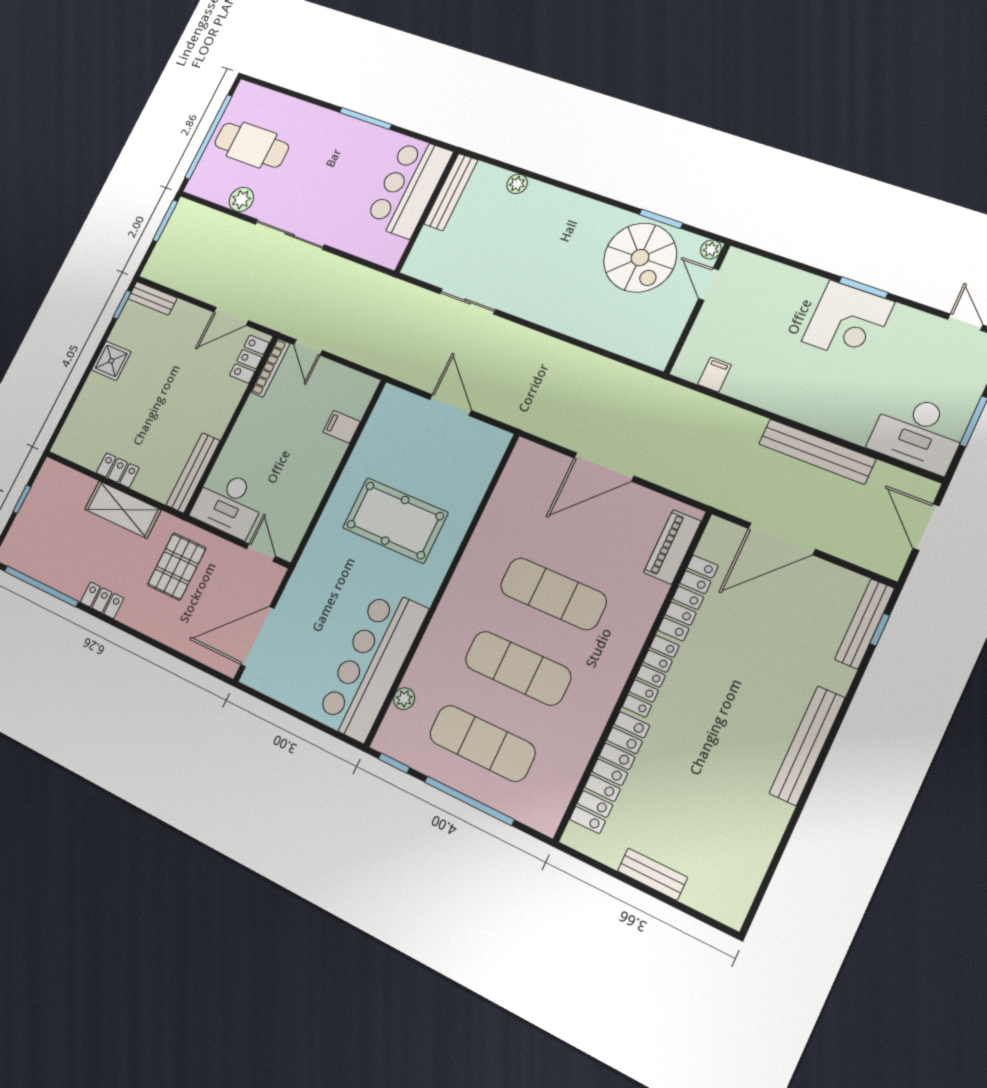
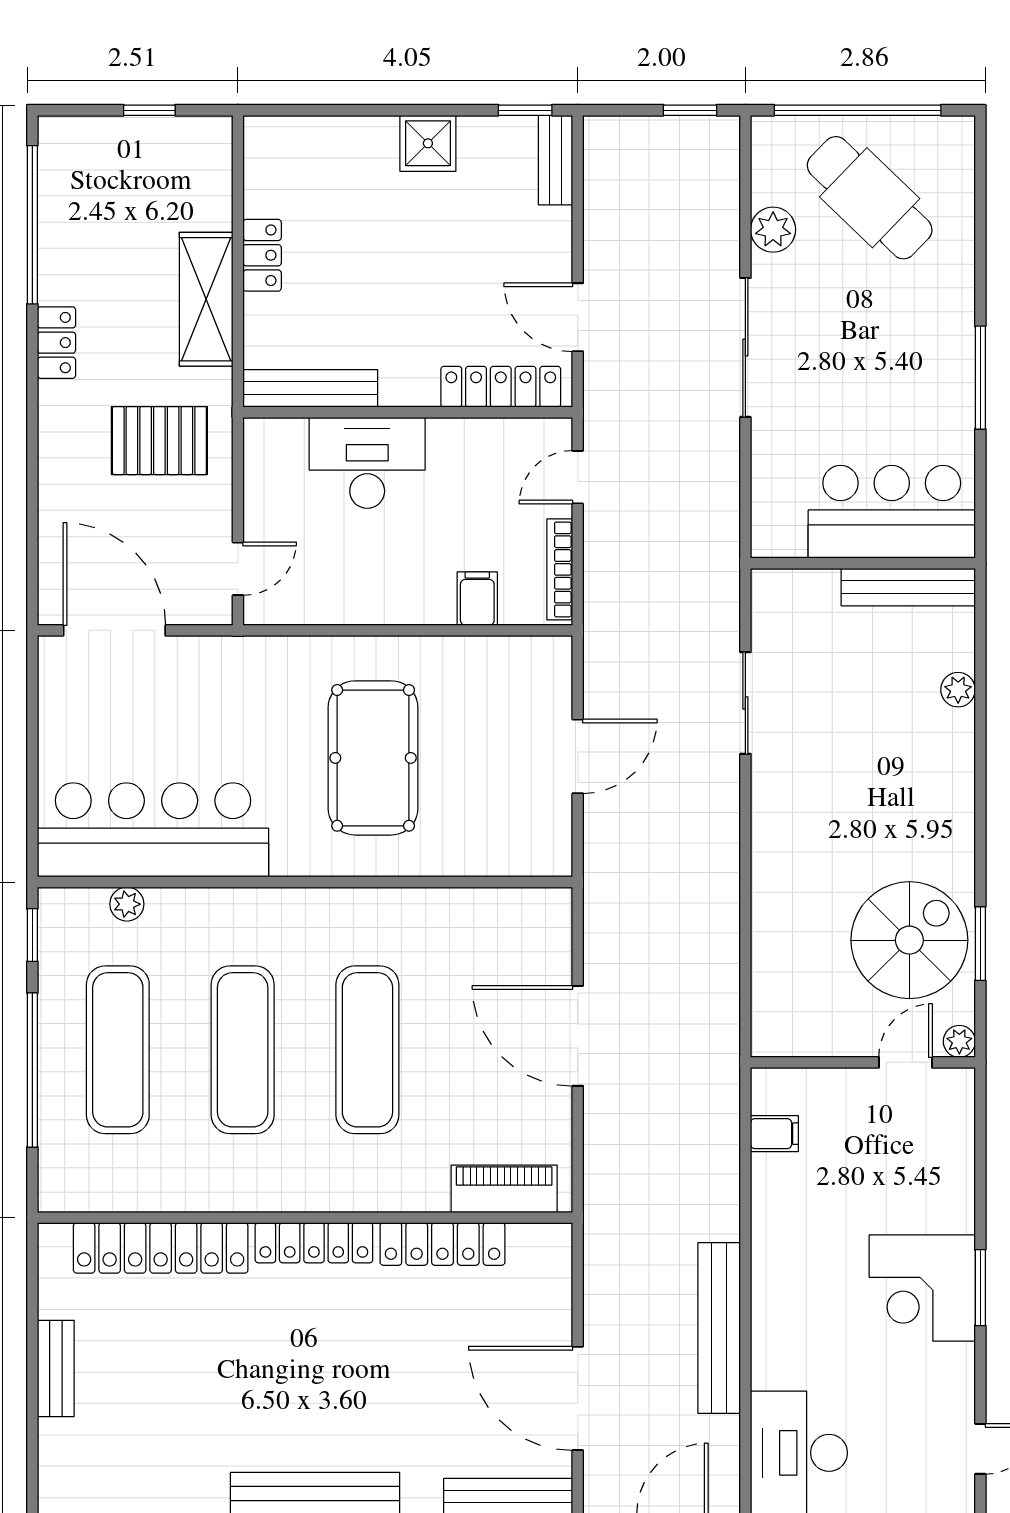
cafe table: (252, 145) -> (870, 198), turned -46
window: (165, 221) -> (690, 110), width x0.67
spiral stairs: (640, 258) -> (909, 940), turned 180
locker: (249, 359) -> (501, 387), width x1.53
bookcase: (270, 368) -> (560, 569), moved, turned 90
desk: (229, 504) -> (367, 463), moved, turned 90
door: (782, 539) -> (578, 1398), moved

